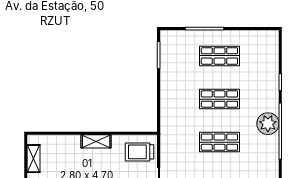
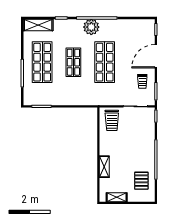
shelving: (271, 50) -> (38, 25), added
shop shelf: (219, 56) -> (42, 62), width x1.43, depth x1.36
shelving: (96, 141) -> (104, 167), moved
shop shelf: (219, 142) -> (105, 62), width x1.43, depth x1.36

